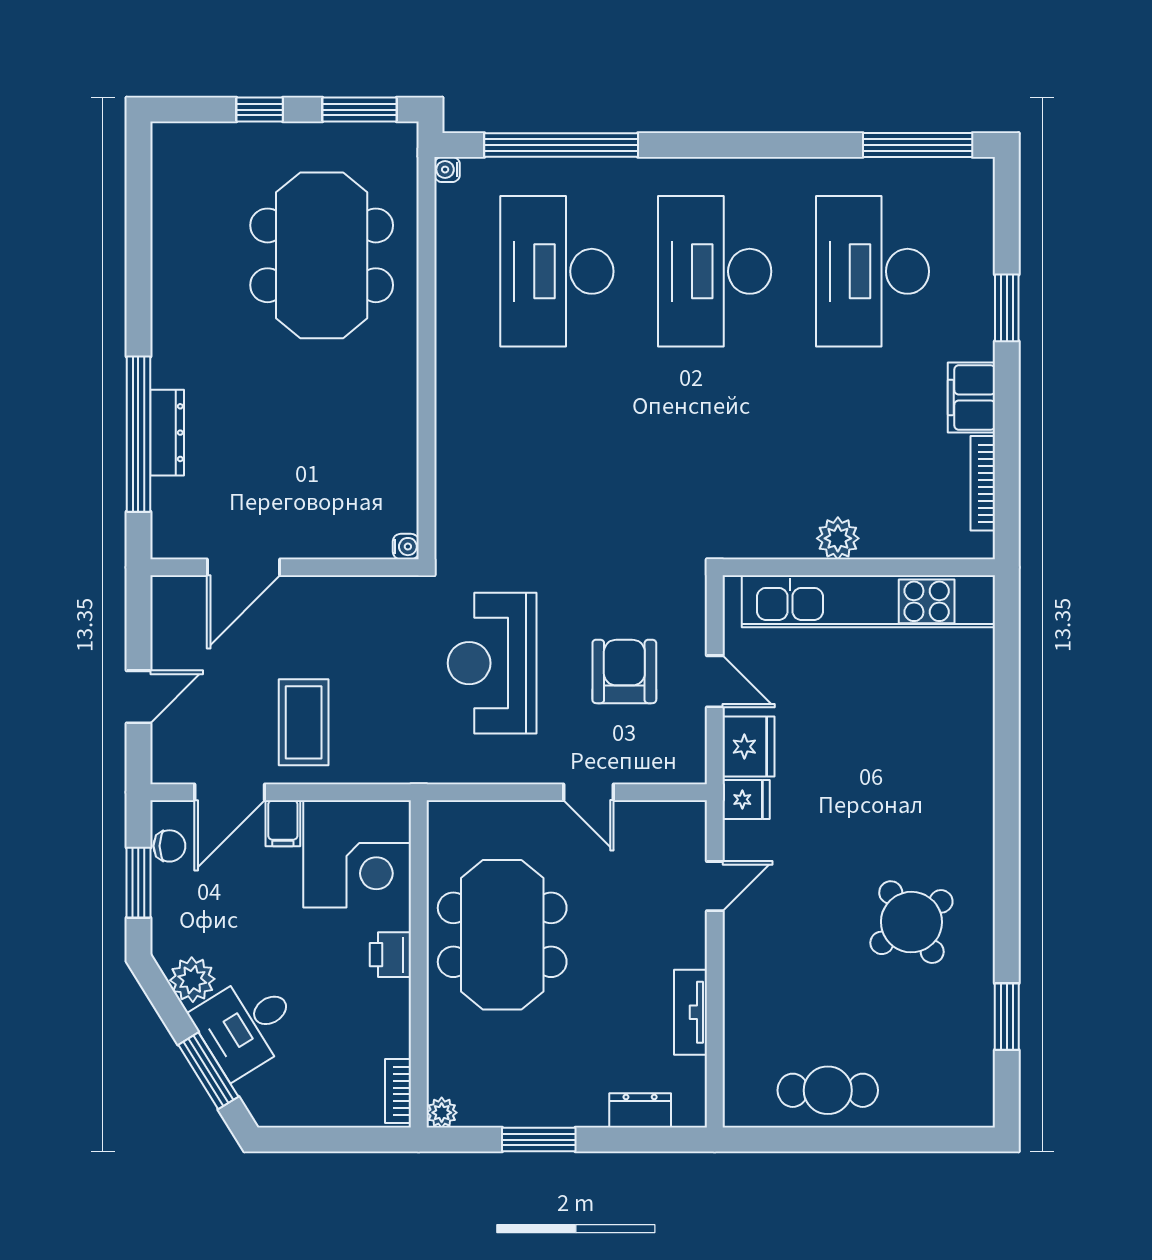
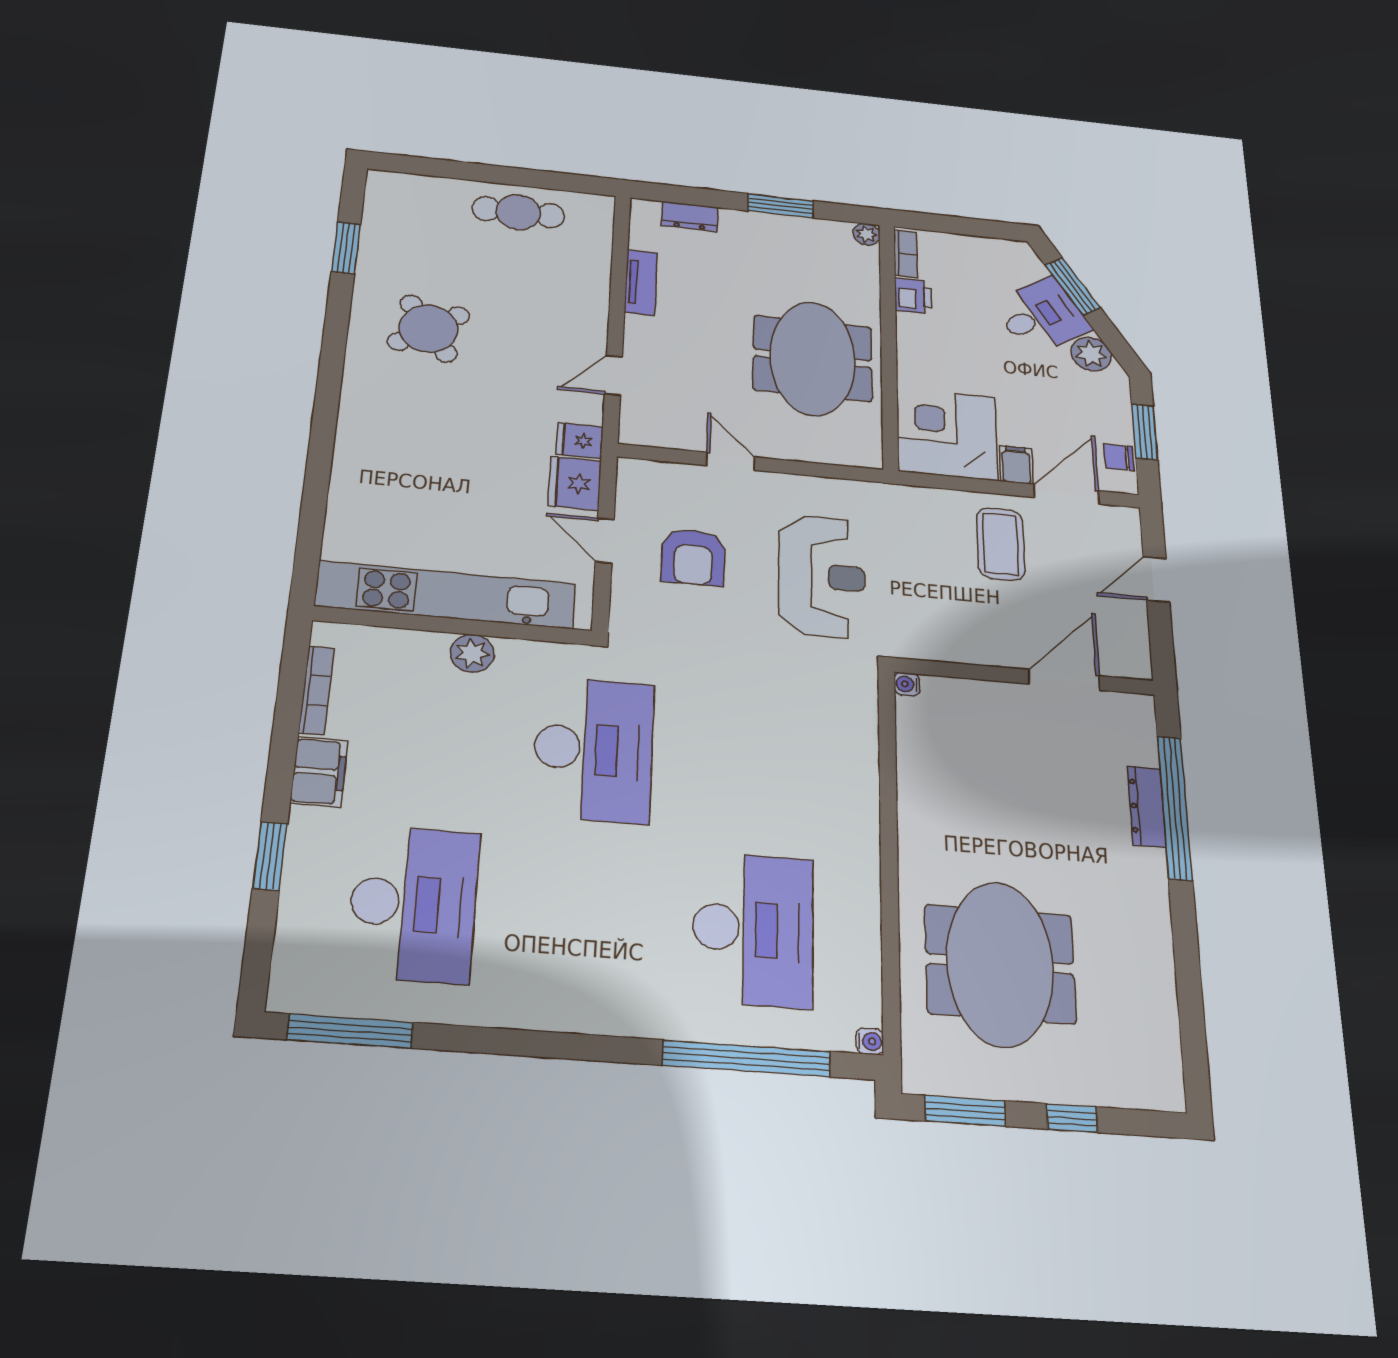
desk: (715, 271) -> (594, 749), moved
printer: (390, 955) -> (913, 296), moved

